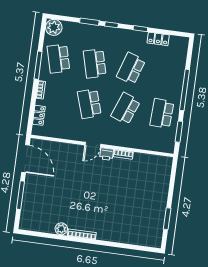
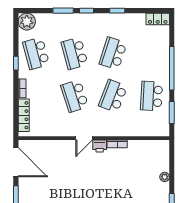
locker: (158, 39) -> (158, 19), moved
window: (38, 65) -> (16, 63), width x0.46
locker: (39, 115) -> (24, 115), width x1.53
plant: (164, 191) -> (165, 177), added

